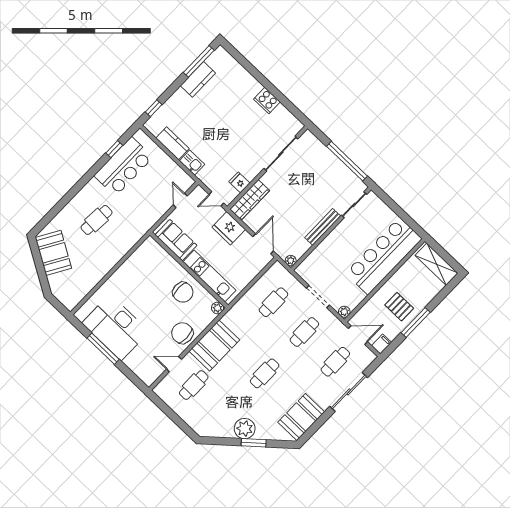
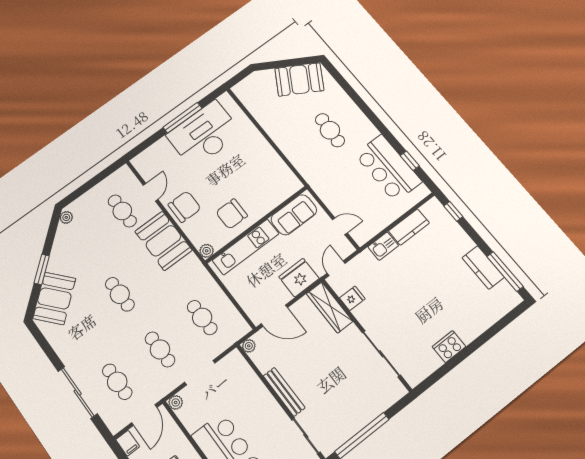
booth: (301, 417) -> (54, 298), moved, turned 49
plant: (245, 429) -> (66, 217), moved, width x0.53, depth x0.53

